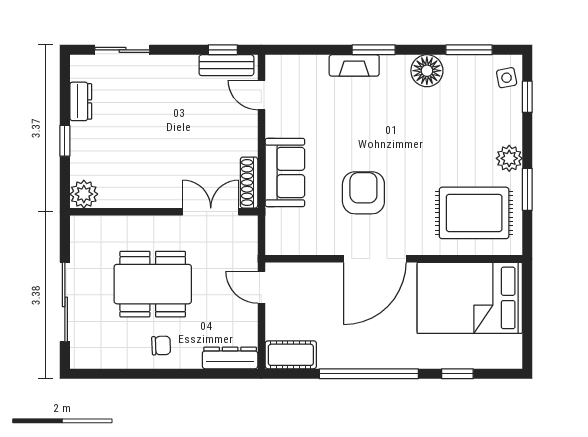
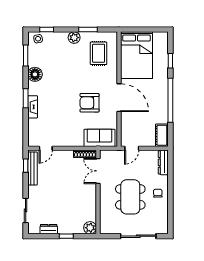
bench: (226, 65) -> (32, 168), width x1.36
sofa: (285, 172) -> (99, 138), moved
rug: (474, 213) -> (99, 53), width x0.73, depth x0.70

